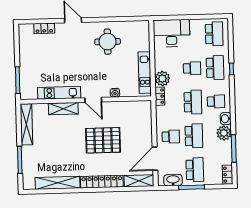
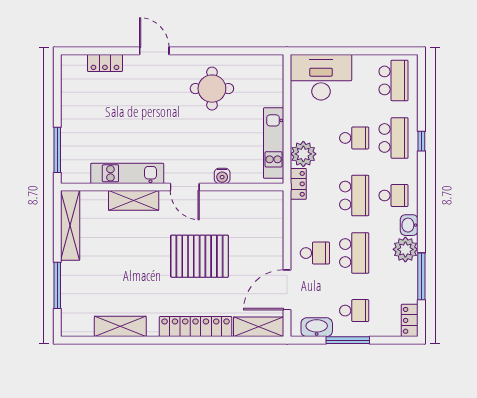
school desk: (195, 170) -> (354, 311), width x0.54
shelving: (58, 183) -> (120, 326), width x0.68

